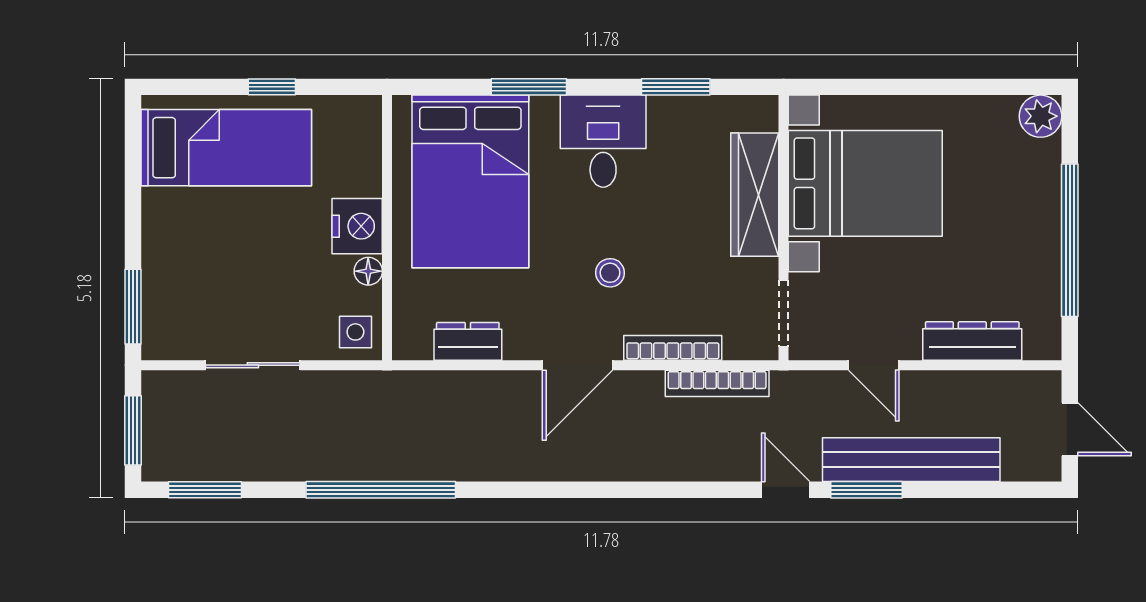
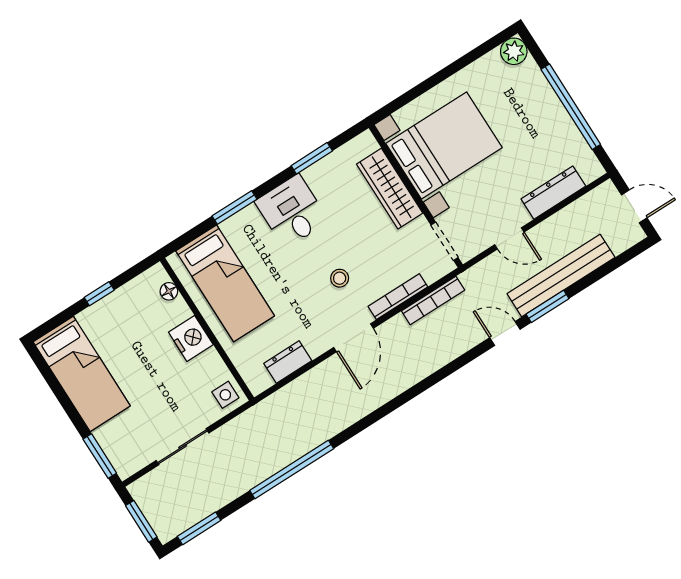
bed: (226, 148) -> (82, 374), moved, turned 90
bed: (470, 181) -> (225, 283), width x0.67
floor lamp: (368, 271) -> (169, 291), moved

